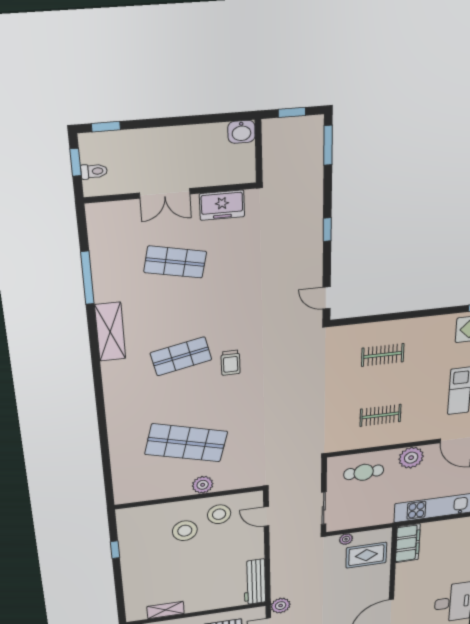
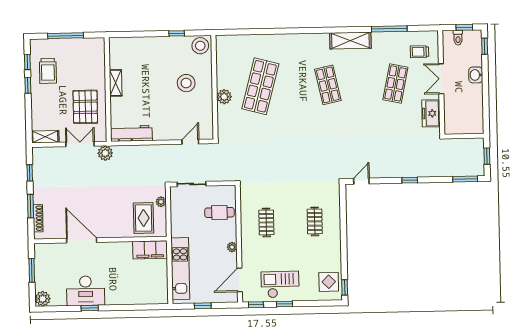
washbasin: (241, 132) -> (476, 75), moved
trolley: (231, 363) -> (419, 52), moved
plant: (411, 458) -> (232, 247), width x0.53, depth x0.53
cafe table: (364, 472) -> (219, 212), turned 90
stool: (219, 514) -> (200, 46), moved
shelving: (166, 610) -> (116, 83), moved

